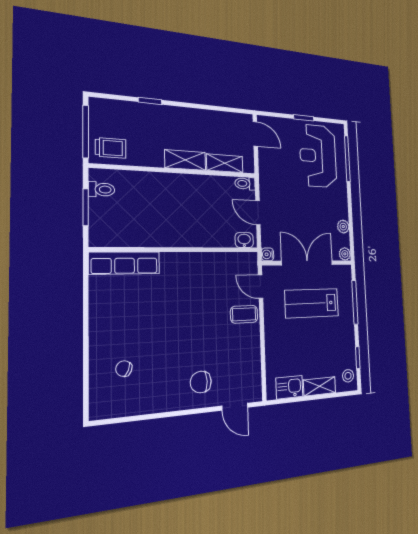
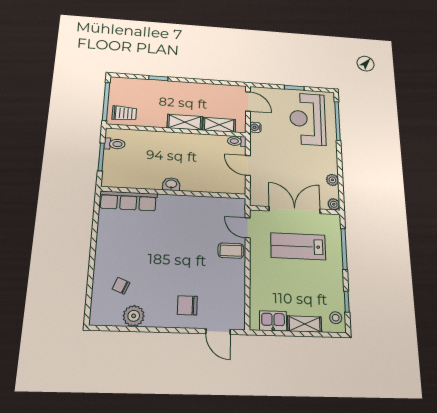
washbasin: (244, 240) -> (171, 184), moved
water cooler: (268, 254) -> (255, 127), moved
plant: (141, 402) -> (134, 316), added

